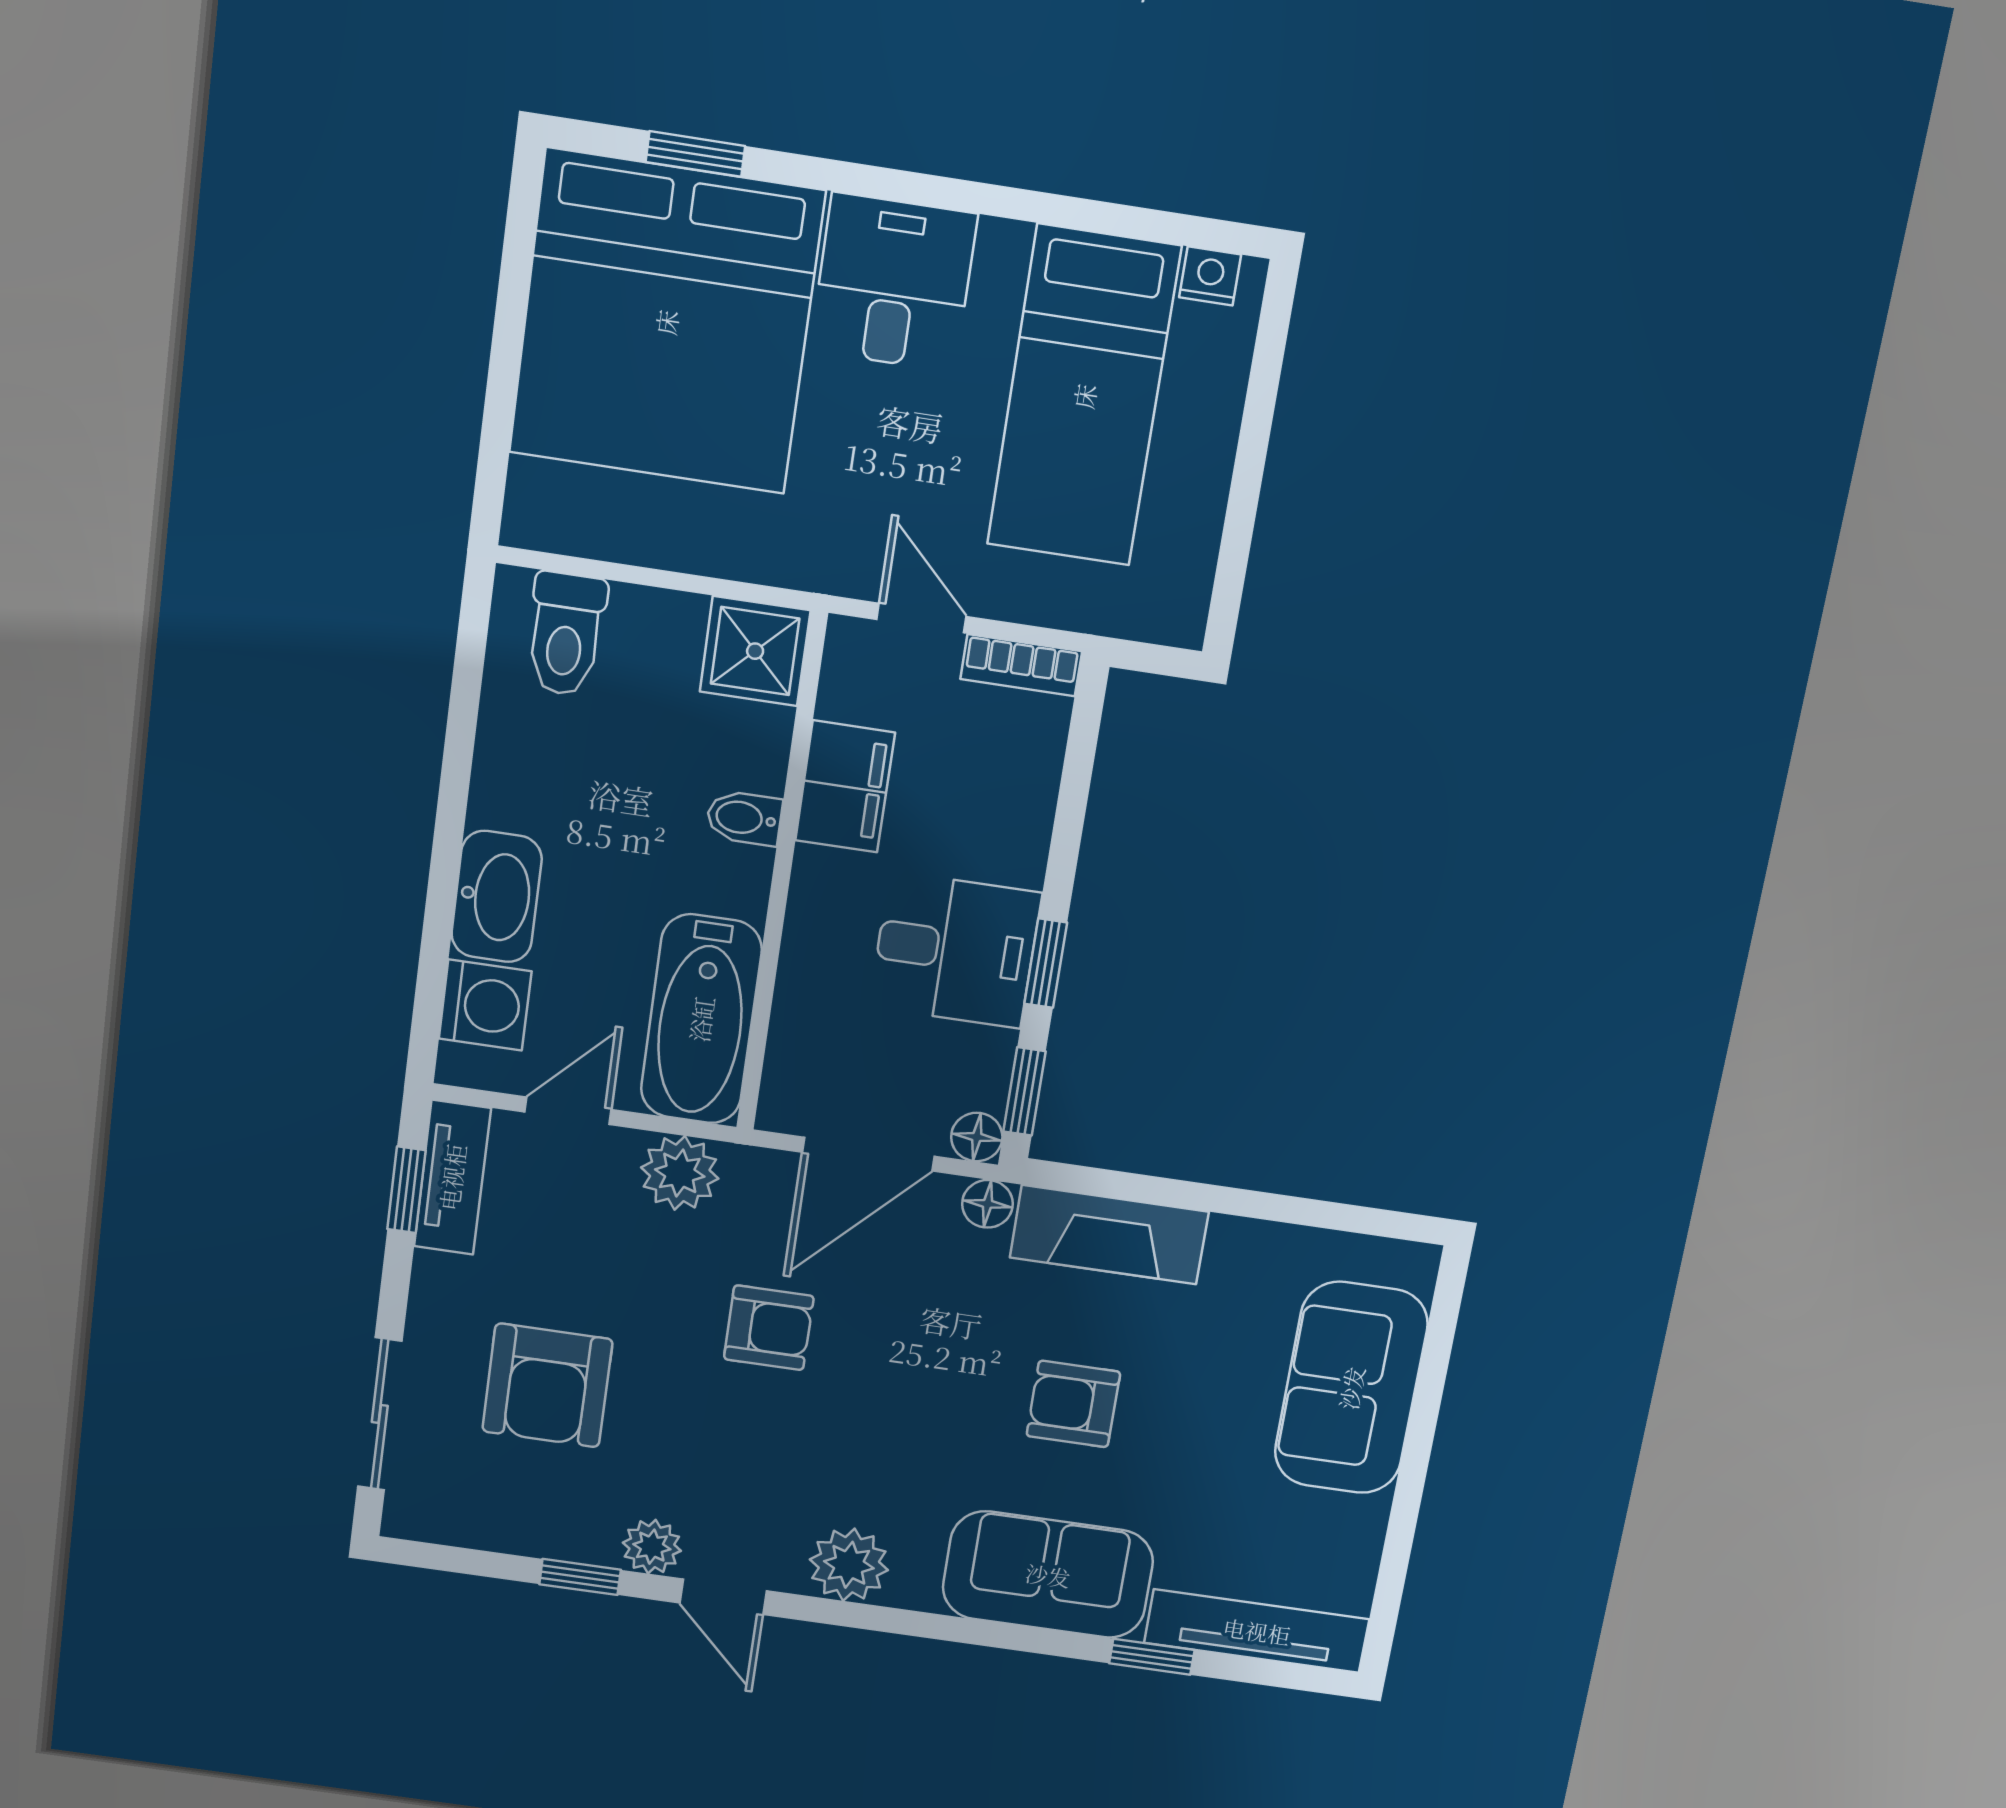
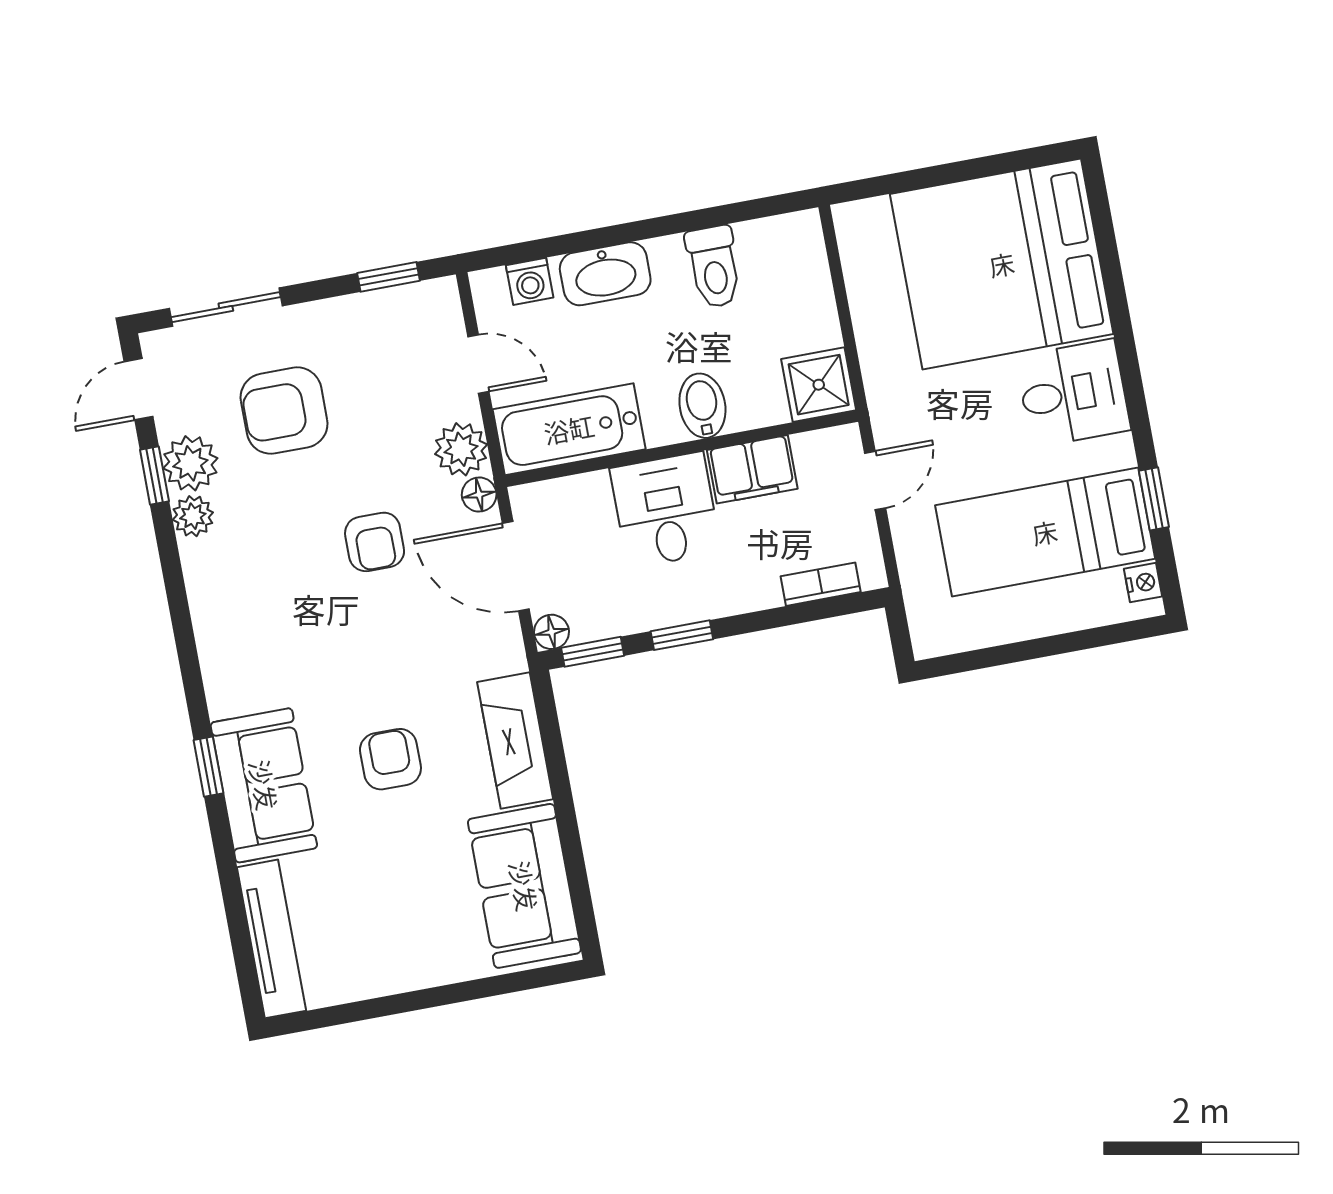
window: (695, 154) -> (1154, 499), moved
toilet: (566, 634) -> (714, 267), moved, turned -90
bookcase: (1021, 665) -> (821, 584), moved, turned 90
bidet: (744, 818) -> (702, 406), width x1.38, depth x1.36
desk: (955, 950) -> (666, 510), moved, turned 180
washing machine: (485, 1005) -> (530, 281), width x0.73, depth x0.73
tv unit: (452, 1177) -> (407, 304), removed
floor lamp: (987, 1204) -> (479, 495), moved
sofa: (1351, 1388) -> (524, 886), moved, turned -90
plant: (849, 1565) -> (190, 463), moved
door: (723, 1597) -> (138, 389), moved
window: (1152, 1657) -> (208, 767), moved

